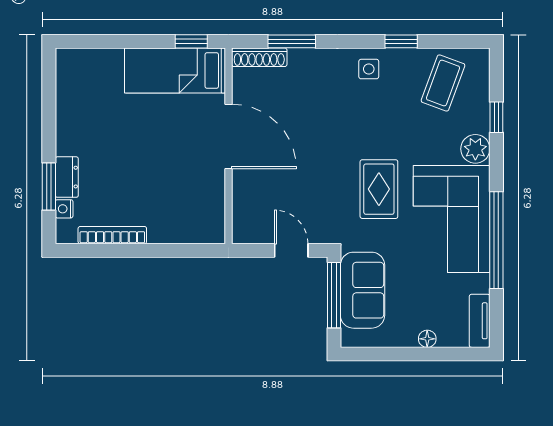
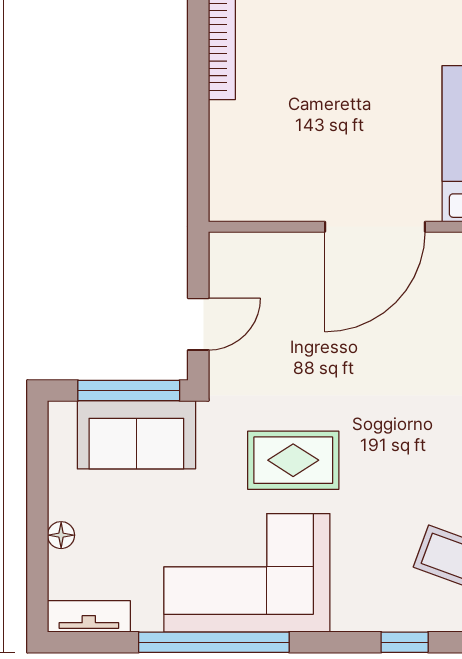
plant: (475, 149) -> (356, 610), removed

